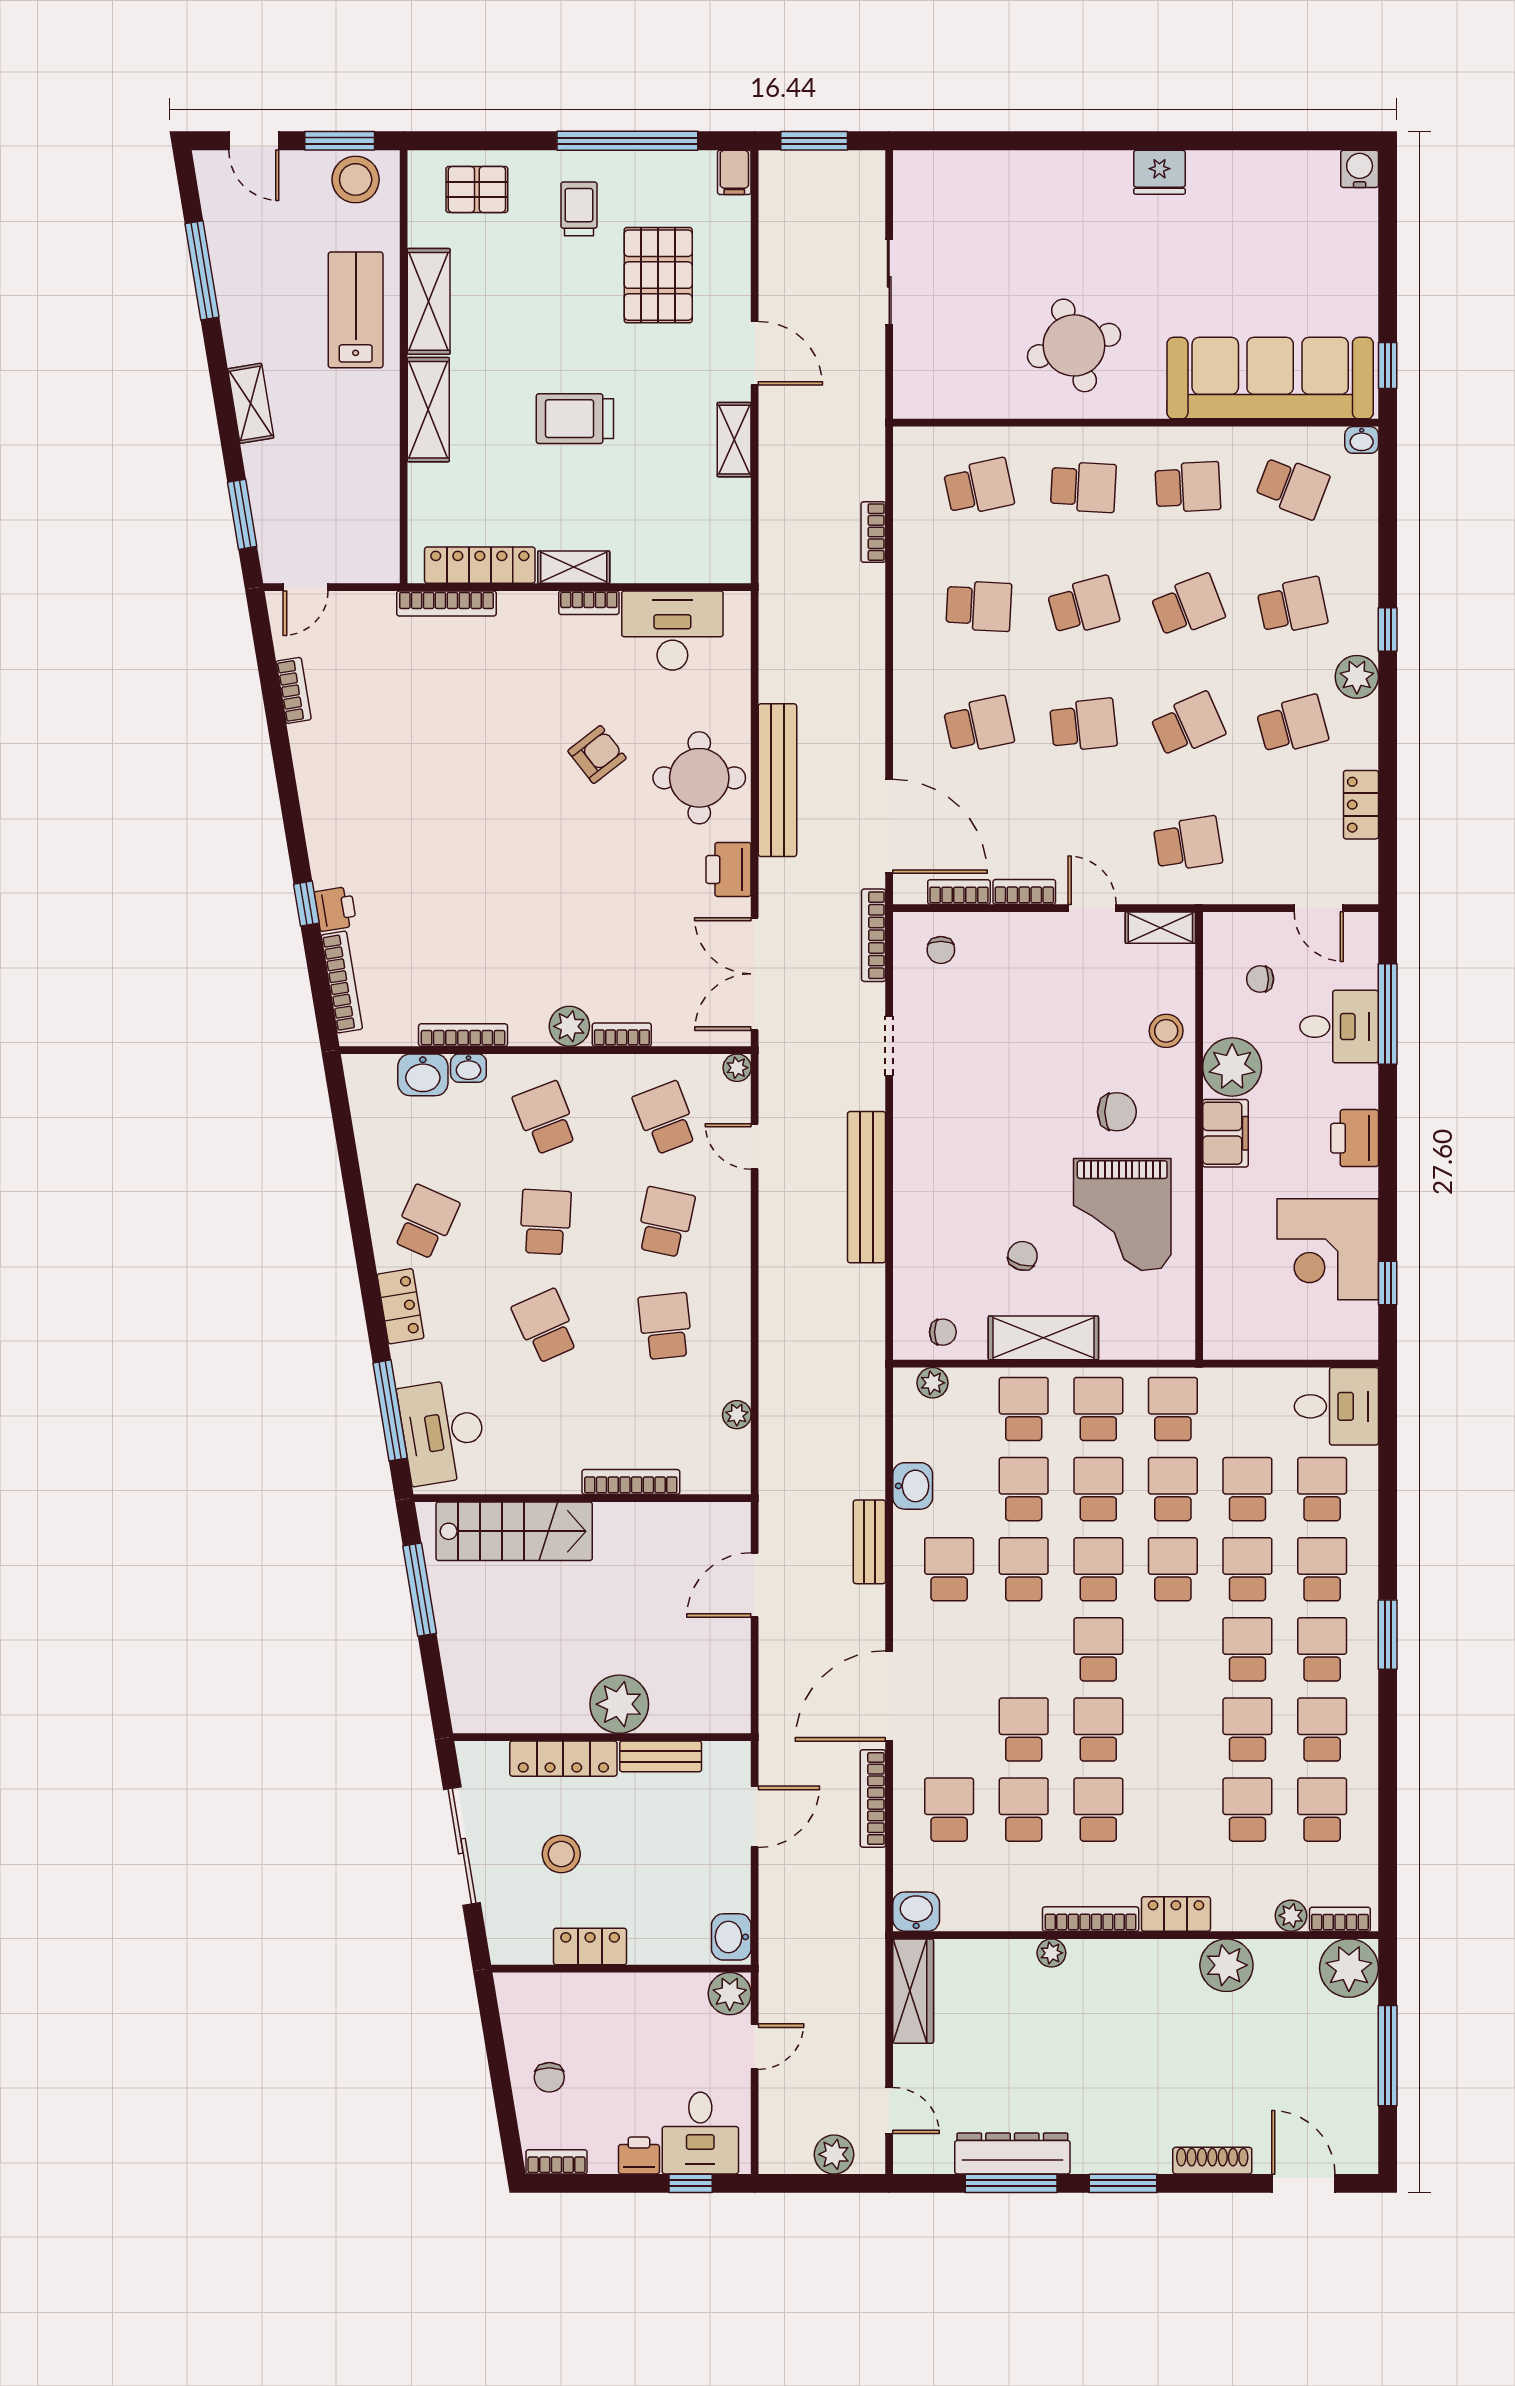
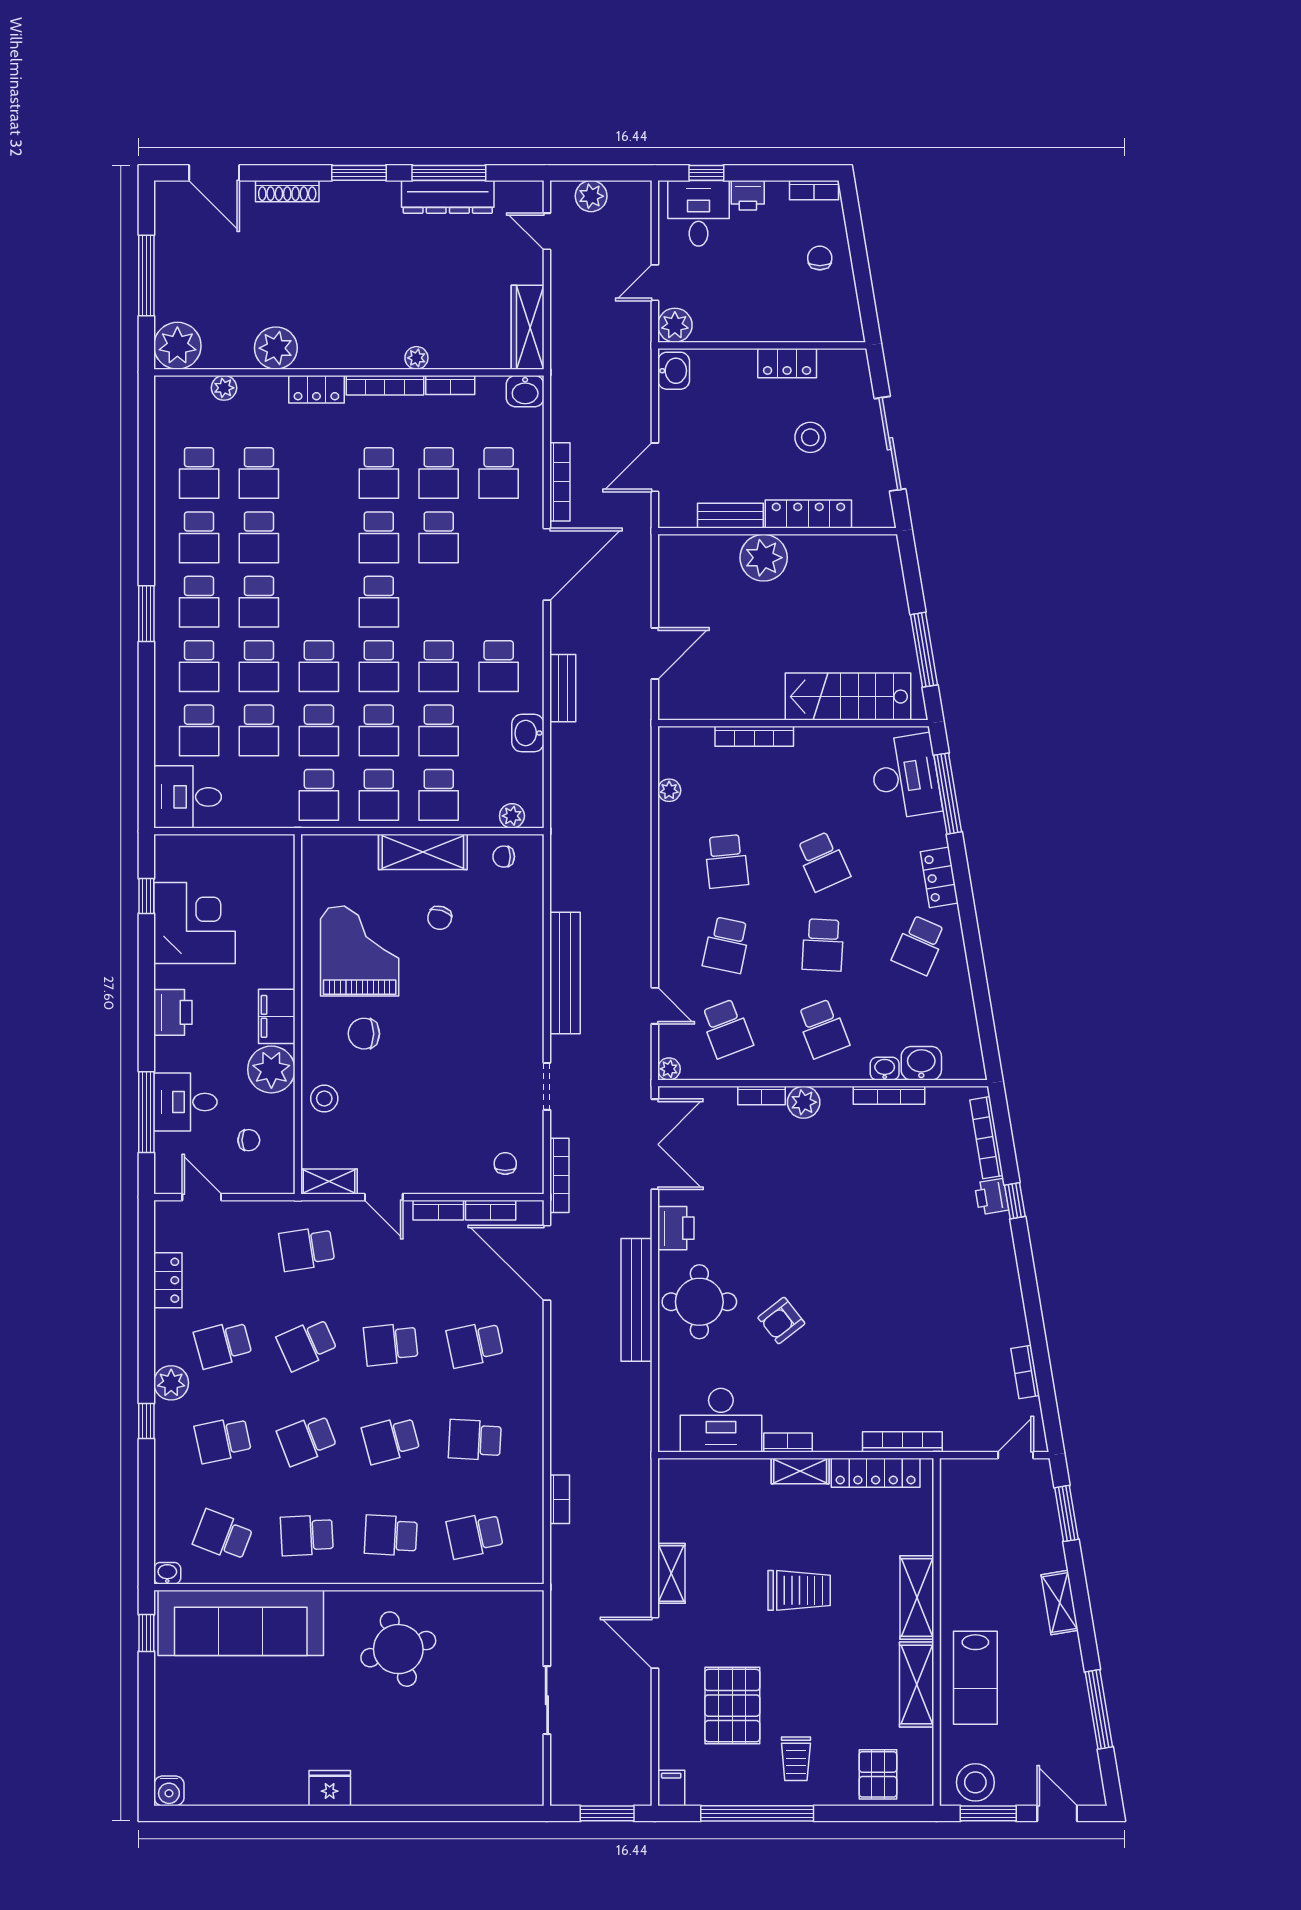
pallet: (477, 189) -> (878, 1774), turned 90
bookcase: (1340, 1919) -> (450, 385), moved

